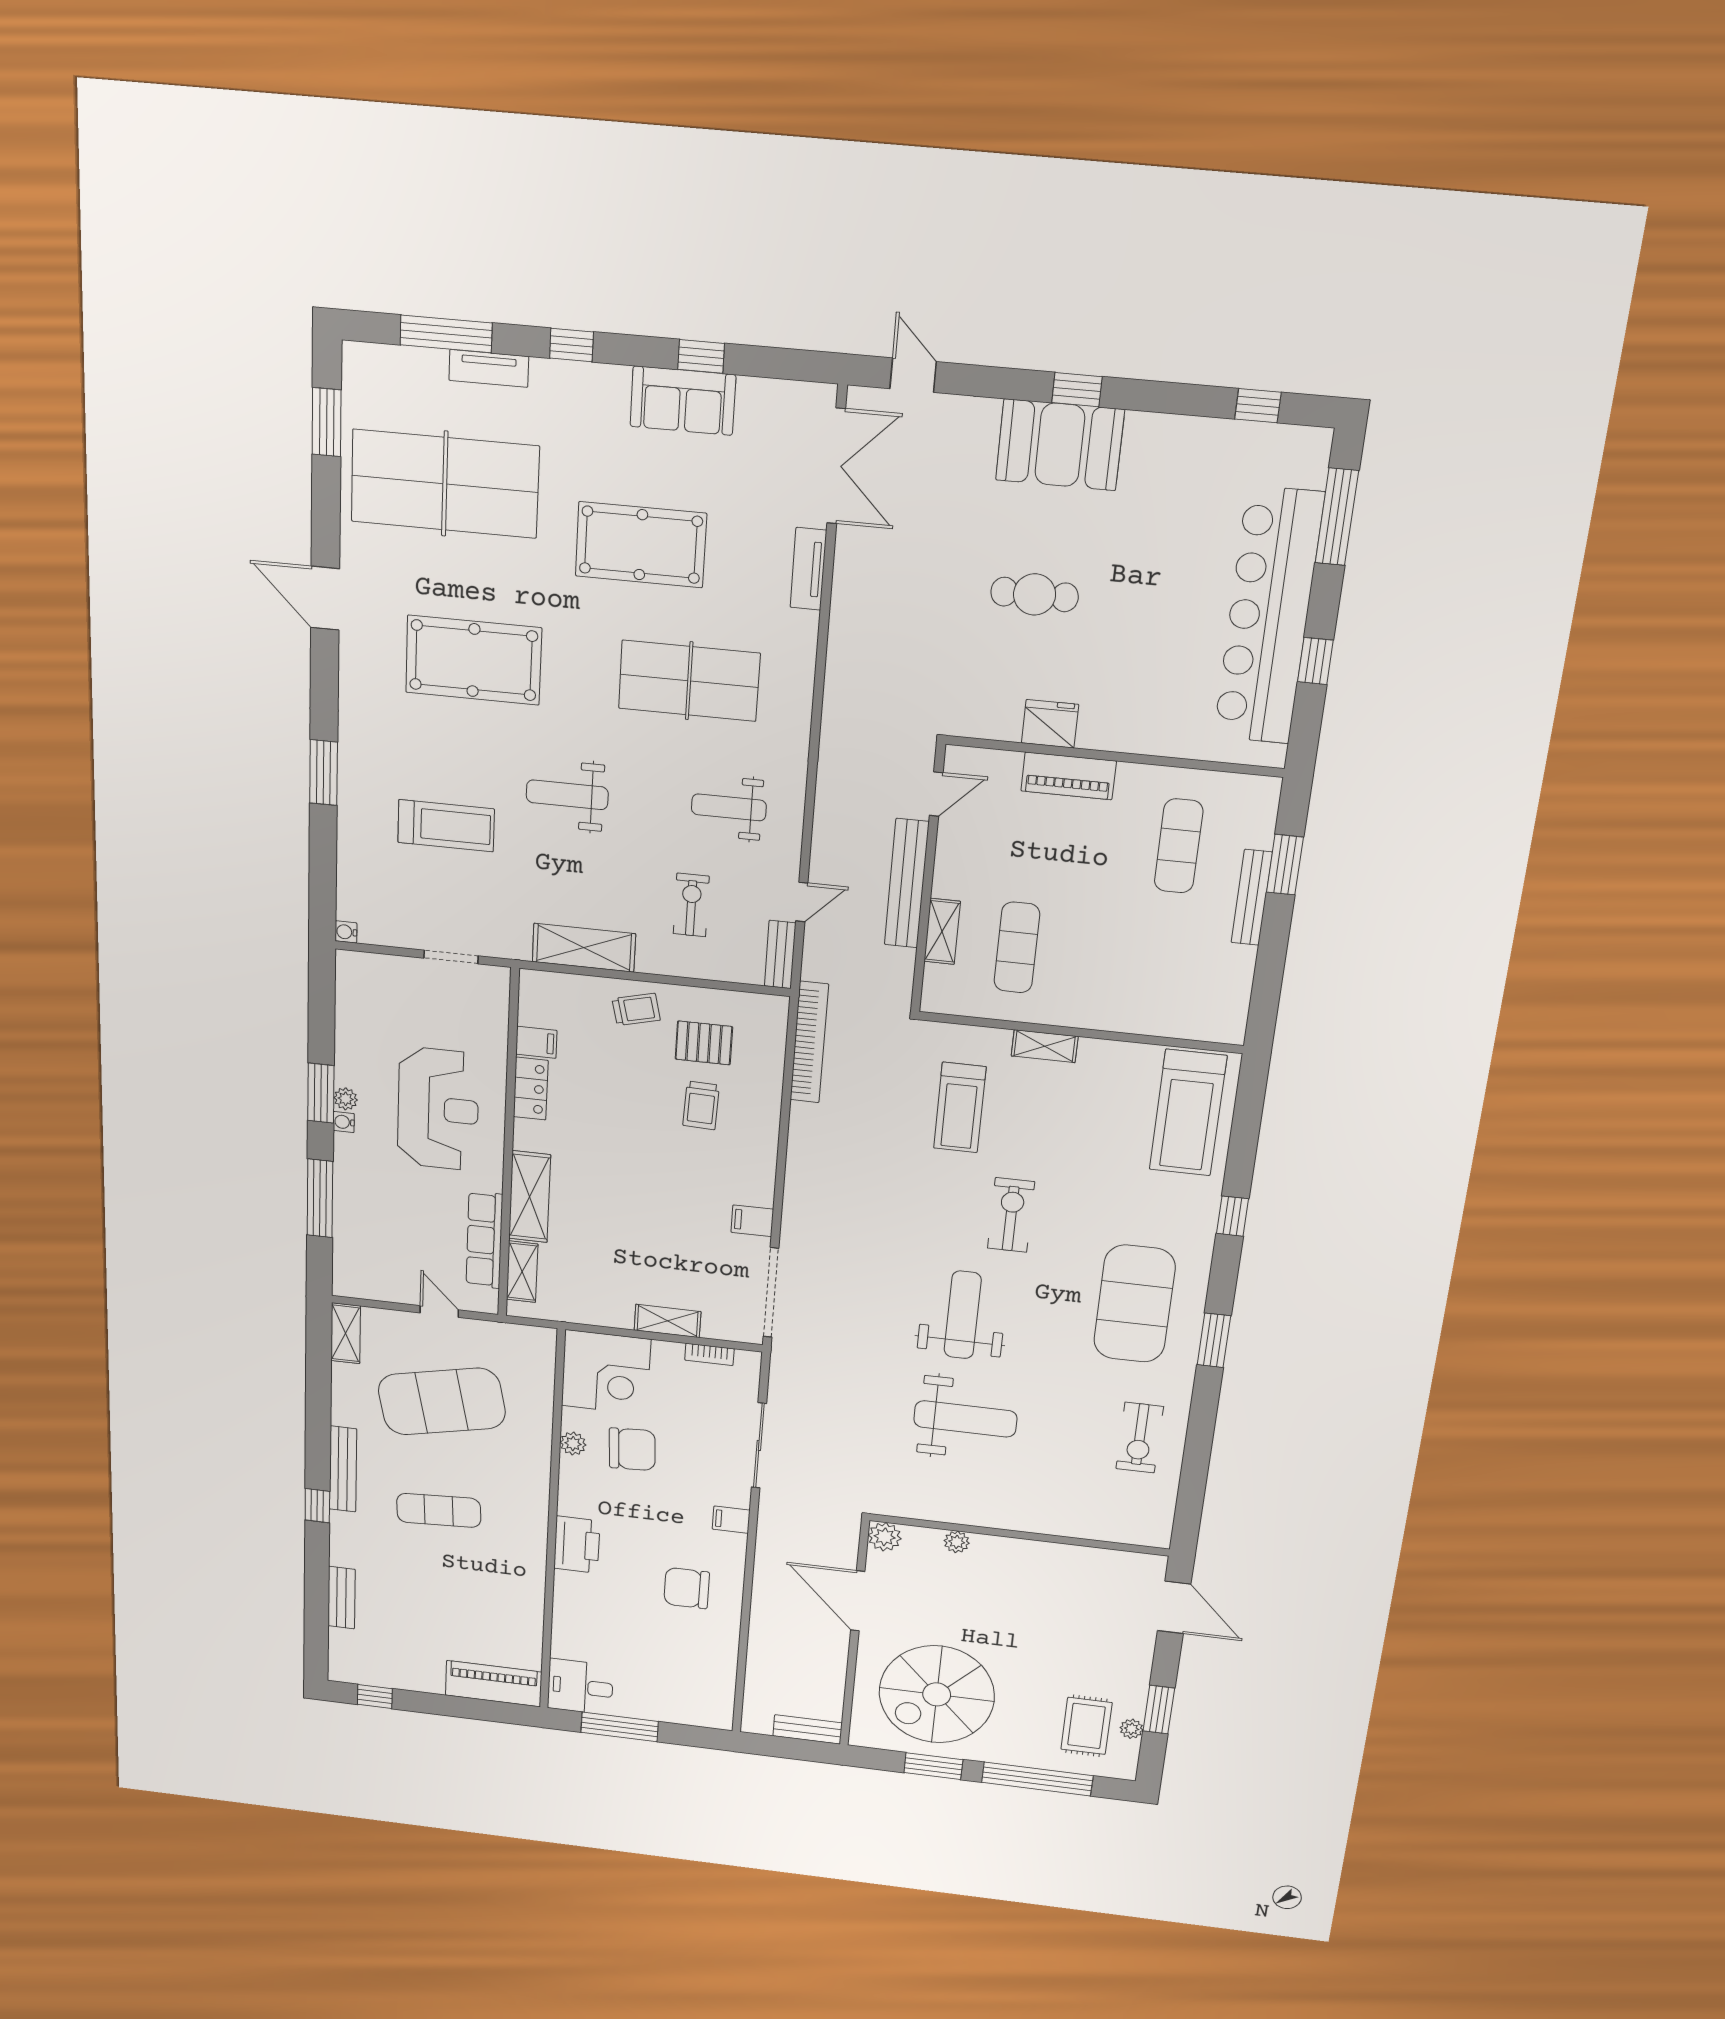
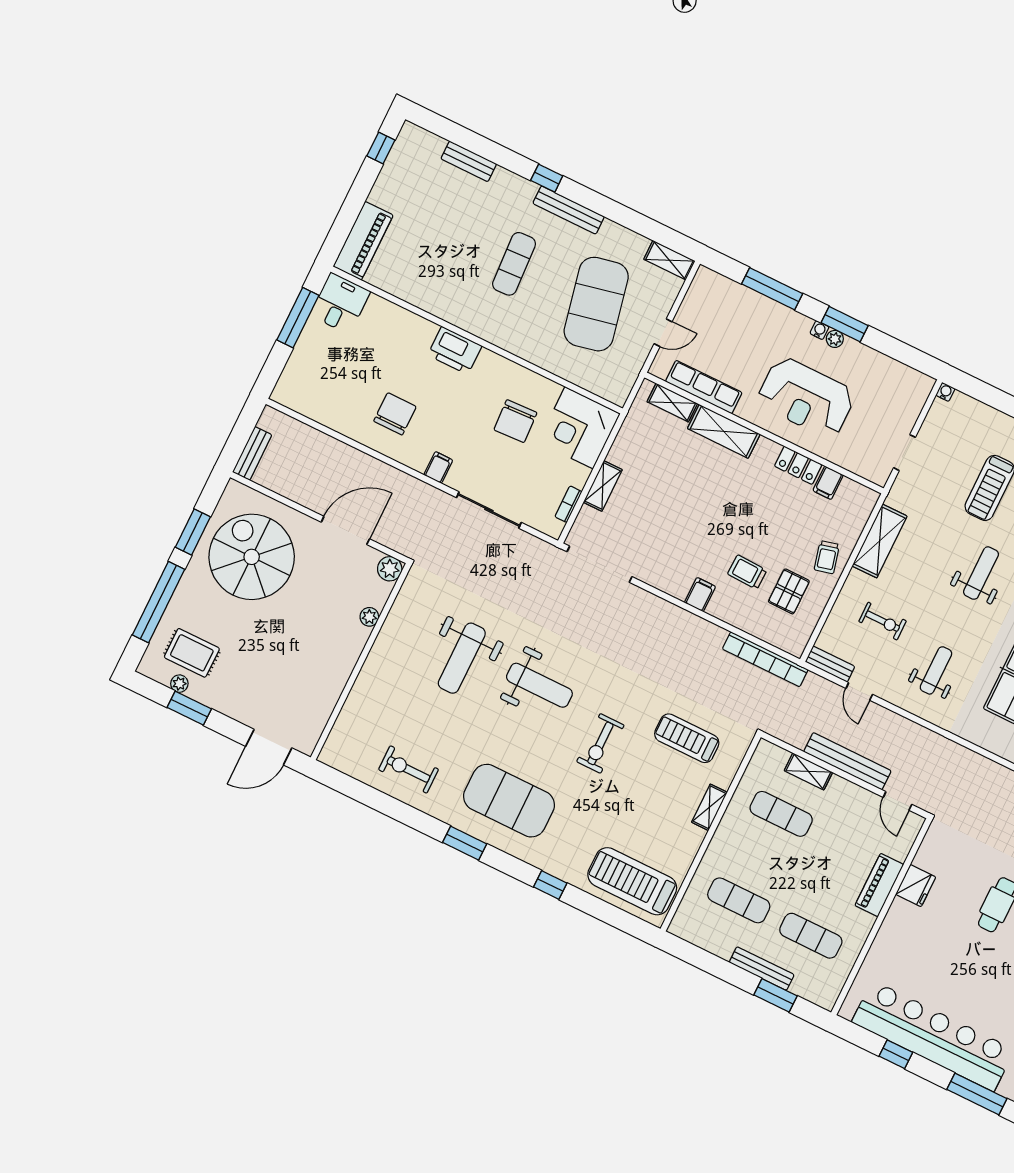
exercise mat: (1163, 963) -> (739, 900), added
exercise bike: (1011, 1215) -> (600, 743), turned 90
filing cabinet: (752, 1221) -> (700, 595), moved
plant: (573, 1444) -> (534, 382), removed

